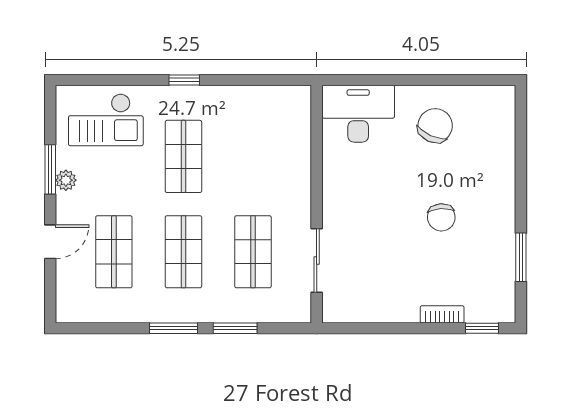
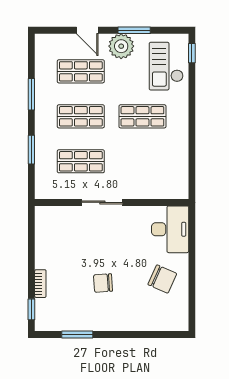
window: (184, 80) -> (192, 53), moved
plant: (66, 180) -> (121, 46), width x1.88, depth x1.88
sliding door: (317, 260) -> (102, 202), moved
window: (173, 328) -> (31, 94), moved

